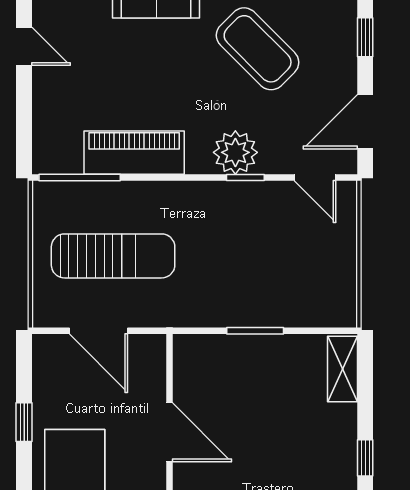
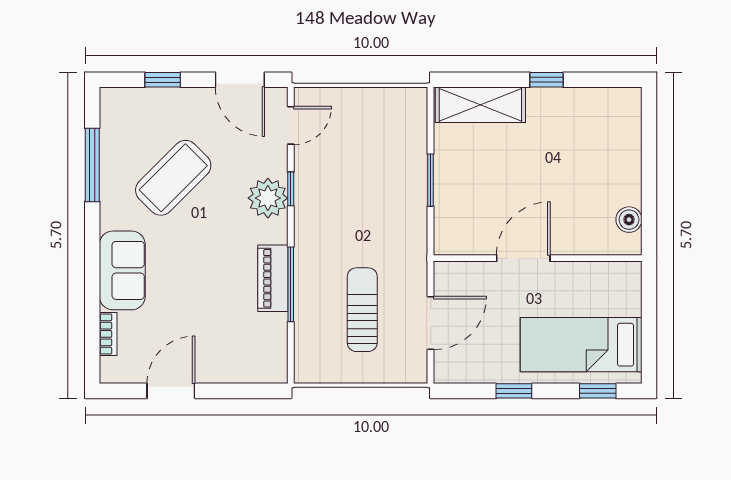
door: (24, 46) -> (171, 391), width x1.38
piano: (134, 153) -> (273, 278), width x0.73, depth x0.75
window: (80, 178) -> (291, 284), moved
sun lounger: (113, 256) -> (362, 310), width x0.73, depth x0.75
shelving: (343, 369) -> (480, 105), width x1.50, depth x1.33

